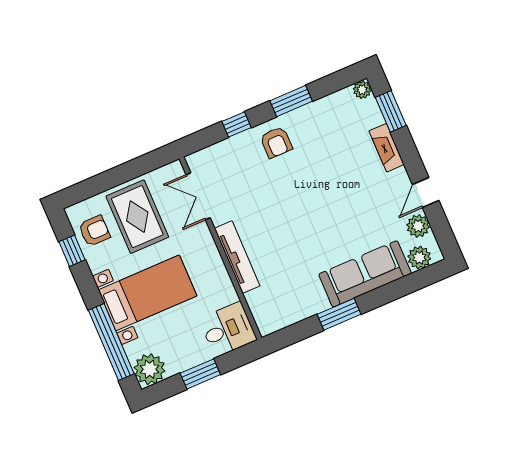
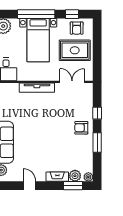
plant: (418, 226) -> (75, 176), moved
window: (111, 342) -> (36, 14), moved

